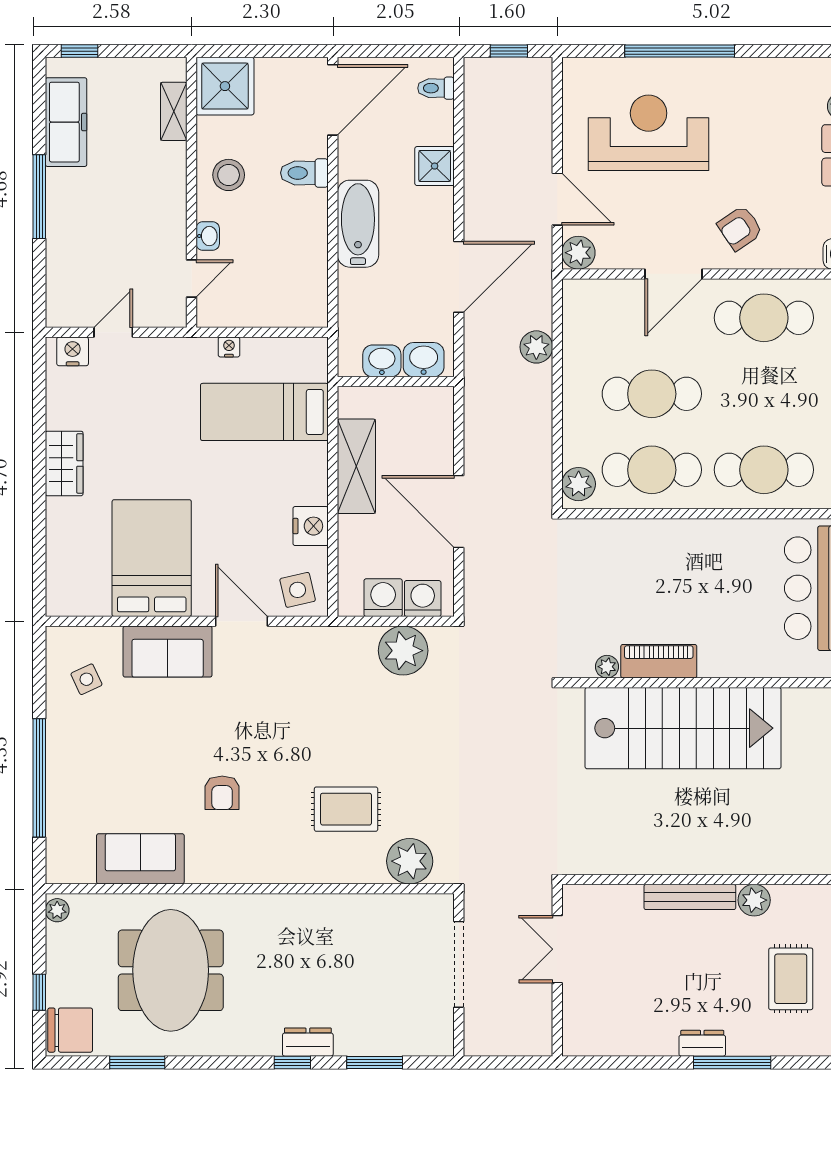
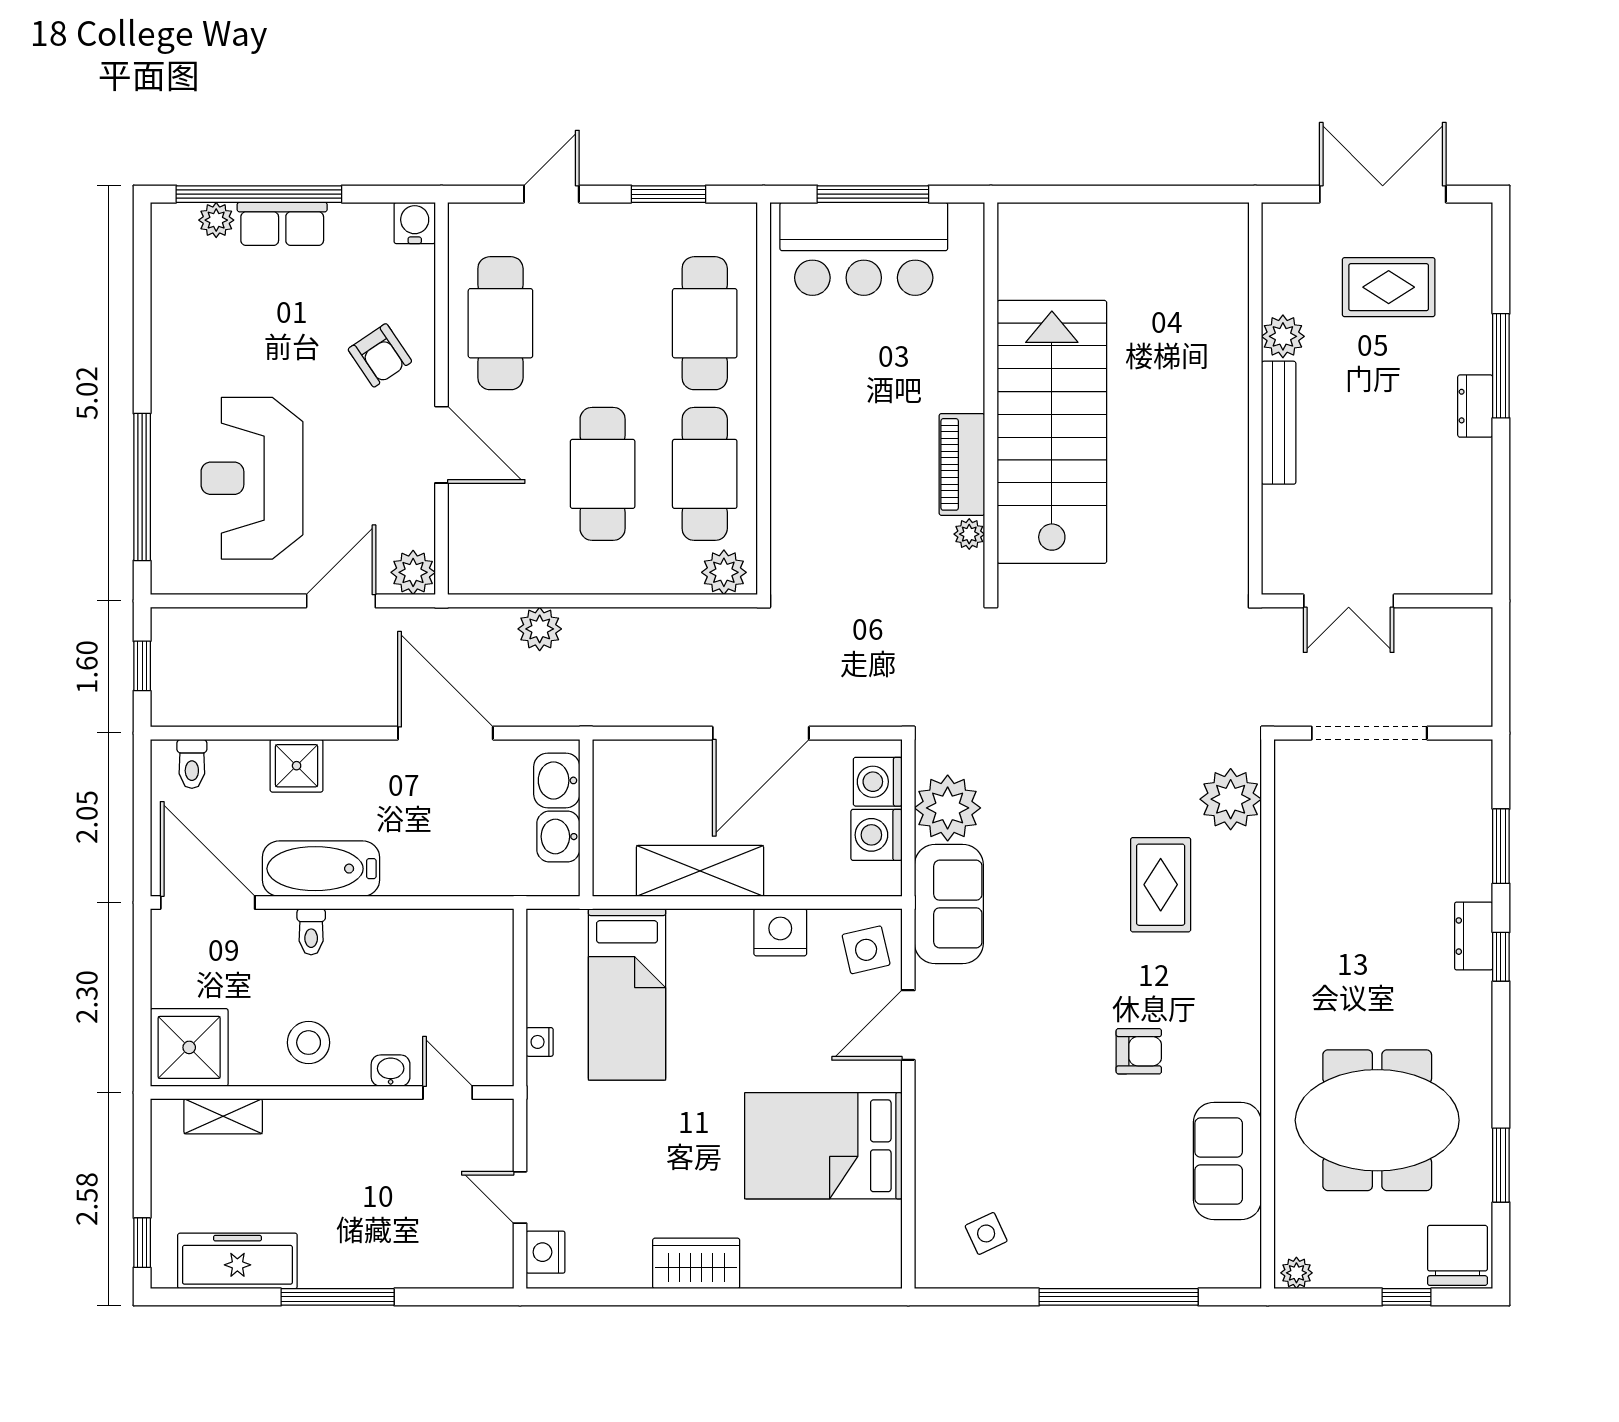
window: (680, 51) -> (142, 487), moved
toilet: (304, 173) -> (311, 932), width x0.73, depth x0.72
bathtub: (358, 224) -> (321, 869), moved
sofa: (168, 652) -> (949, 904), moved

